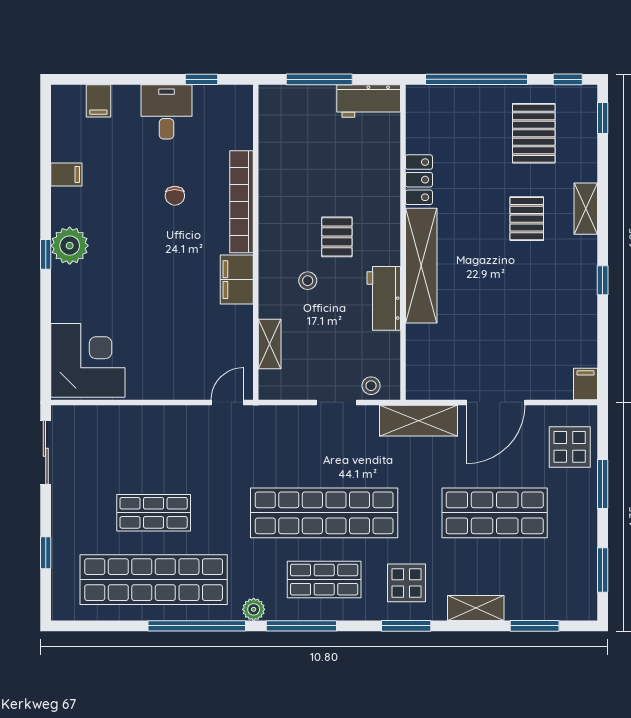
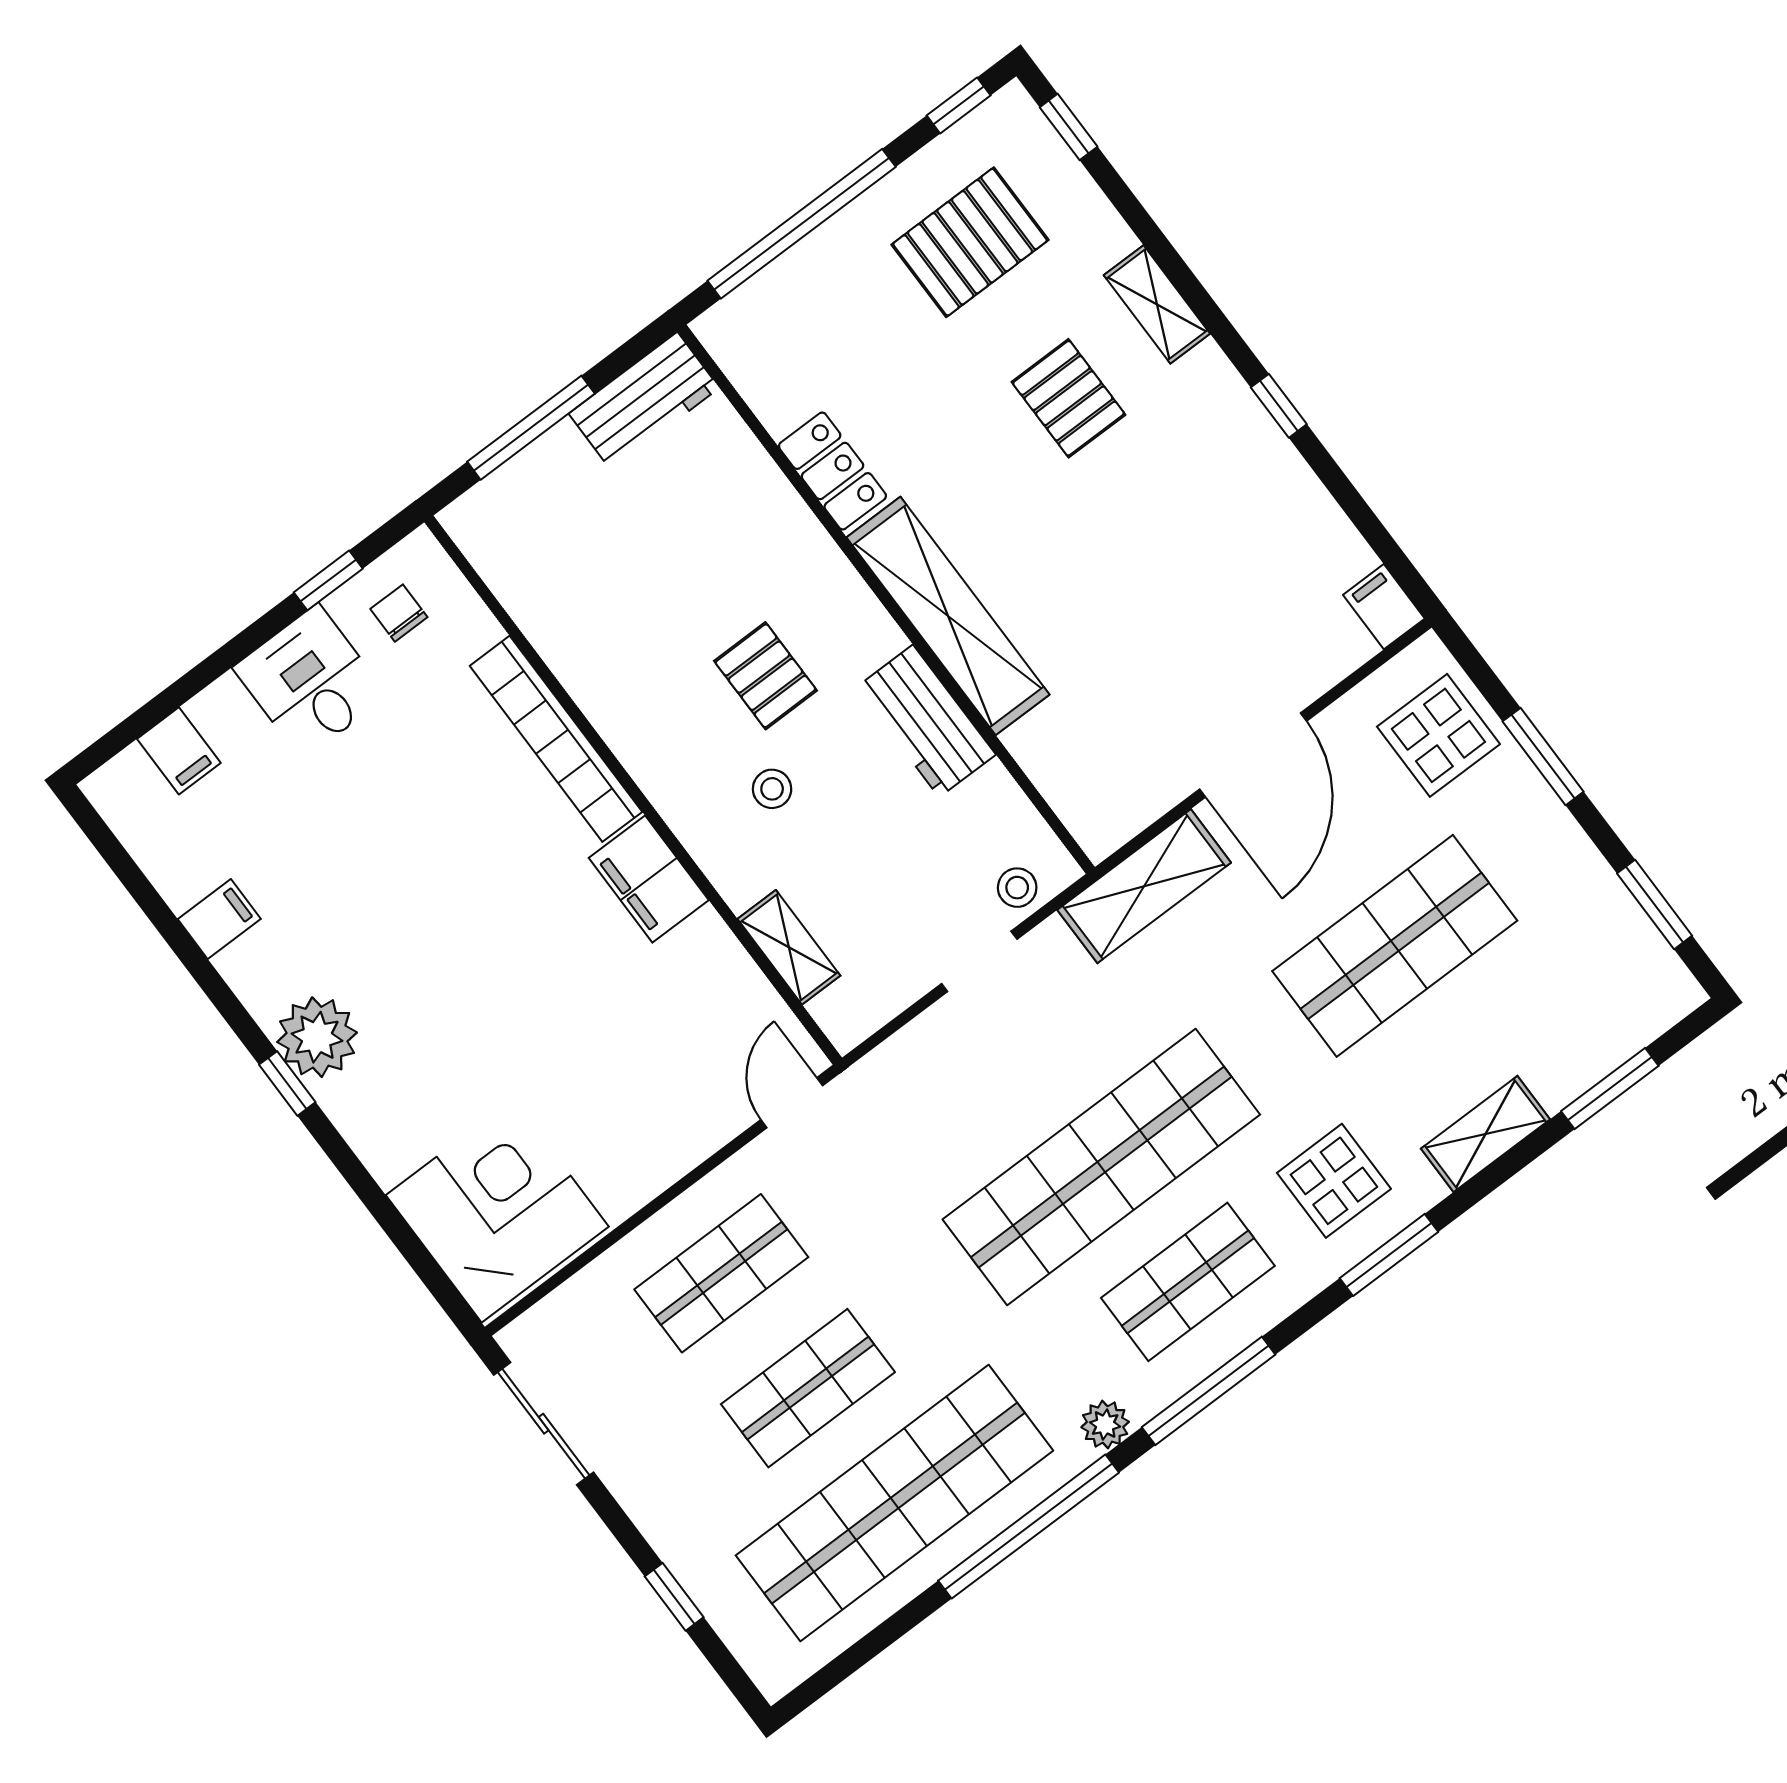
pallet: (534, 133) -> (970, 242), turned 90
chair: (175, 196) -> (399, 613), moved, turned 180
shop shelf: (154, 446) -> (721, 1273), added

